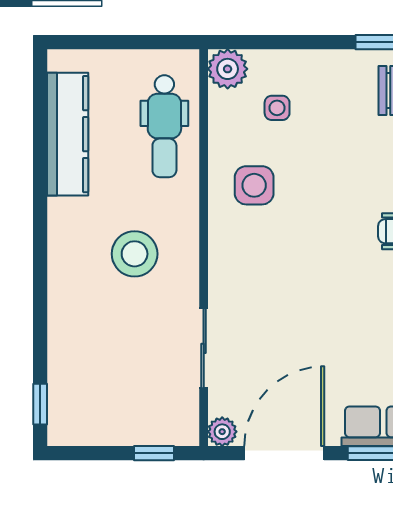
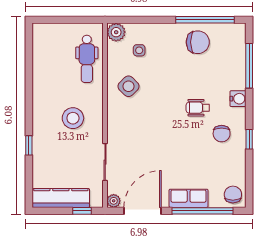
kitchen counter: (68, 134) -> (61, 198), moved, turned -90
side table: (254, 185) -> (129, 86), turned 45
window: (40, 404) -> (29, 145), moved

